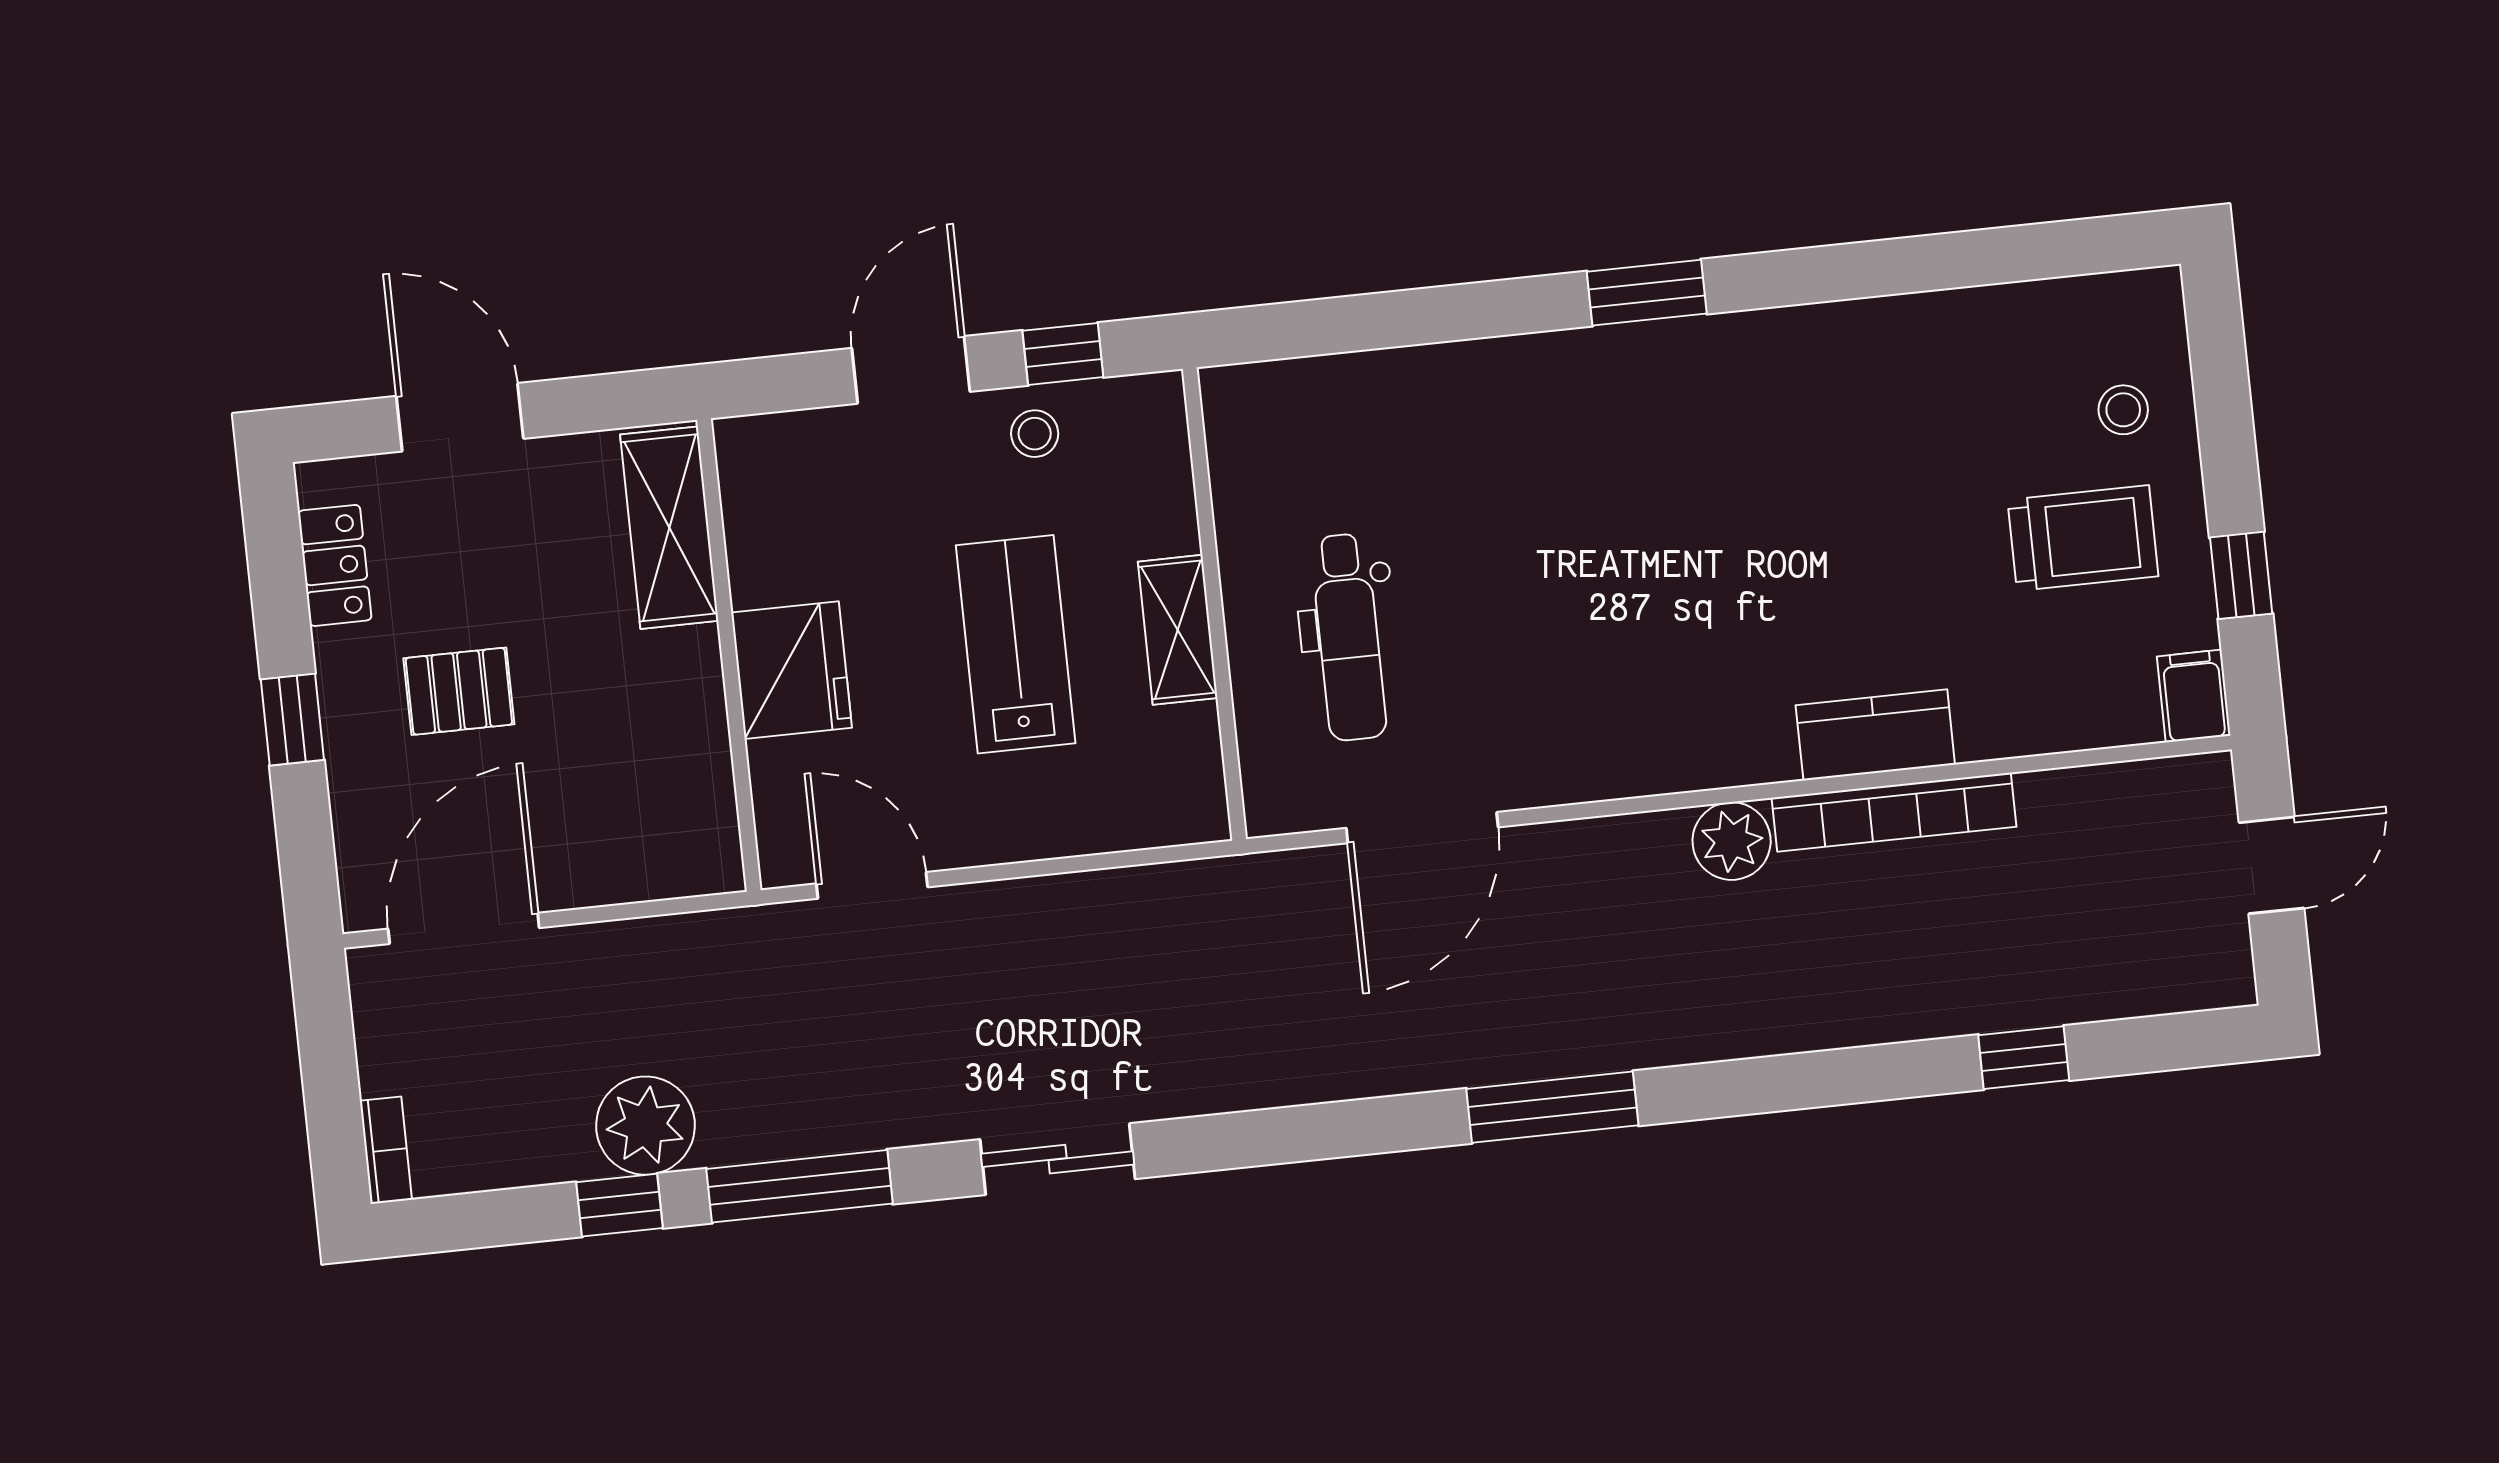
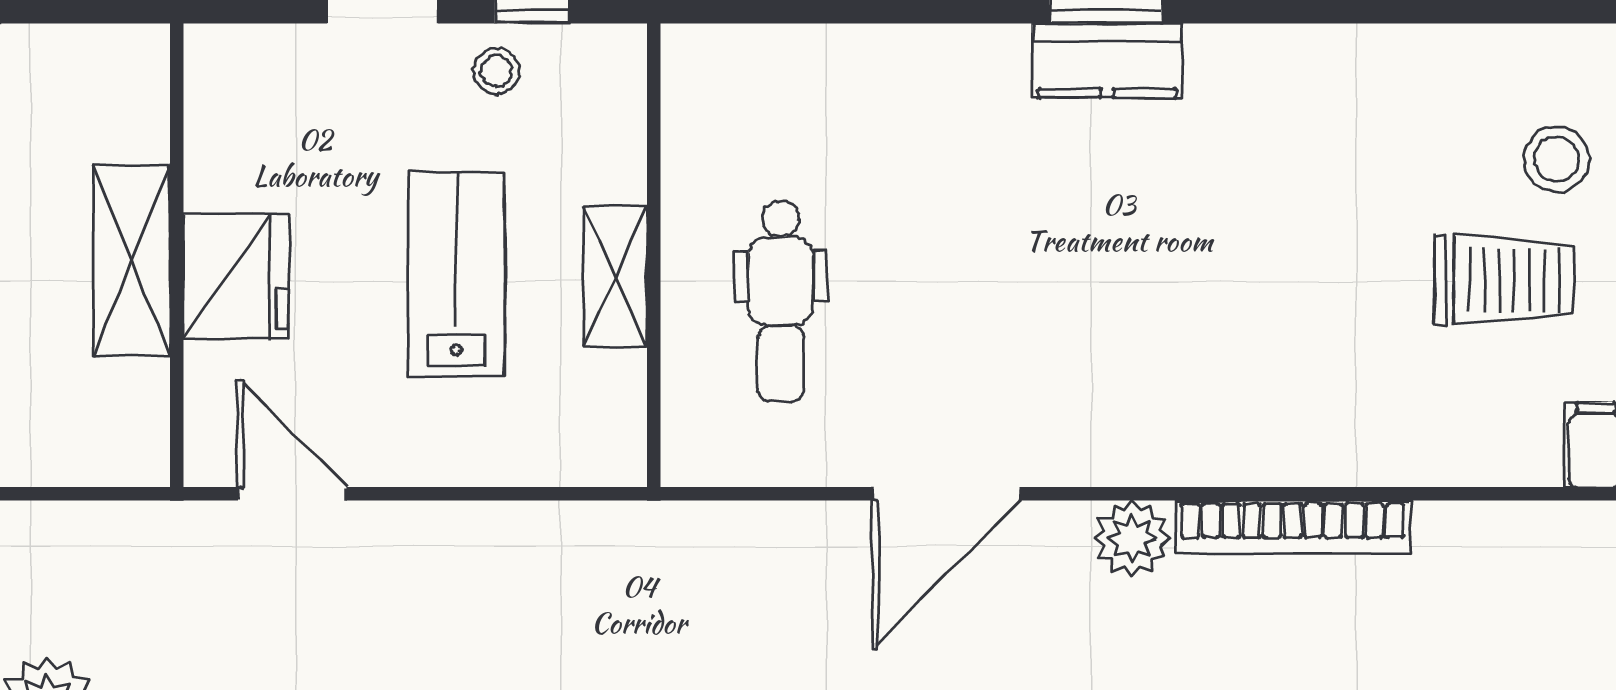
stool: (2123, 410) -> (1557, 159), width x1.37, depth x1.37
shelving: (669, 528) -> (132, 260), moved
kitchen counter: (1875, 735) -> (1107, 60), moved, turned 180
door: (1422, 828) -> (946, 494), moved

